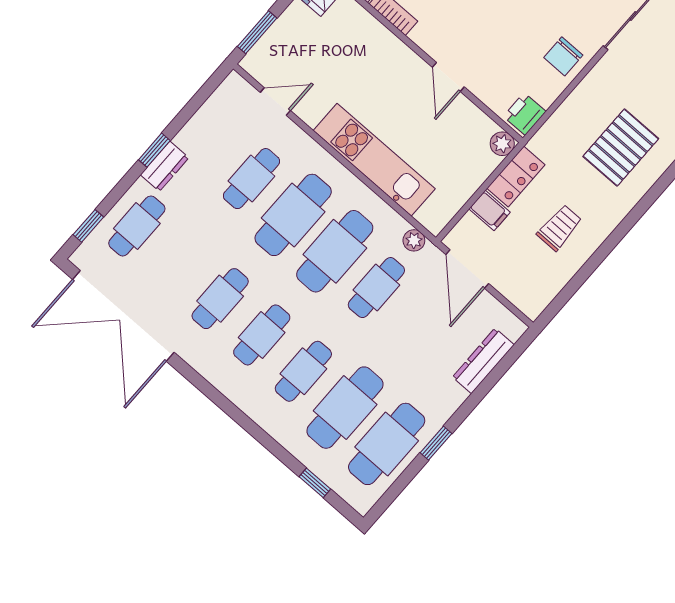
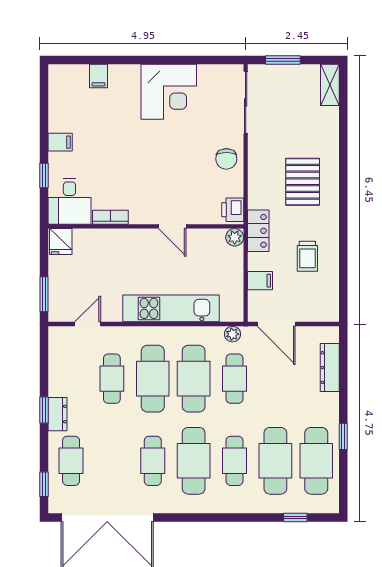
locker: (516, 176) -> (258, 231), moved
trolley: (559, 228) -> (307, 256), turned 180
cafe table: (262, 335) -> (194, 461), width x1.37, depth x1.35

